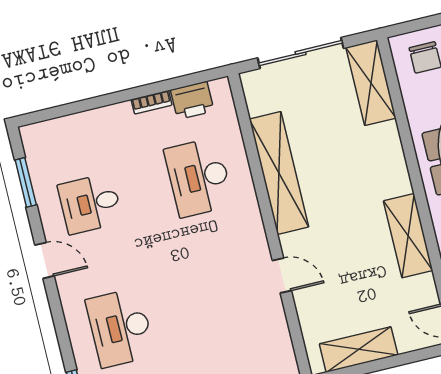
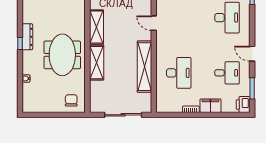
shelving: (371, 83) -> (97, 63), moved
printer: (192, 100) -> (243, 104), moved, turned -90
filing cabinet: (110, 121) -> (211, 106), added

